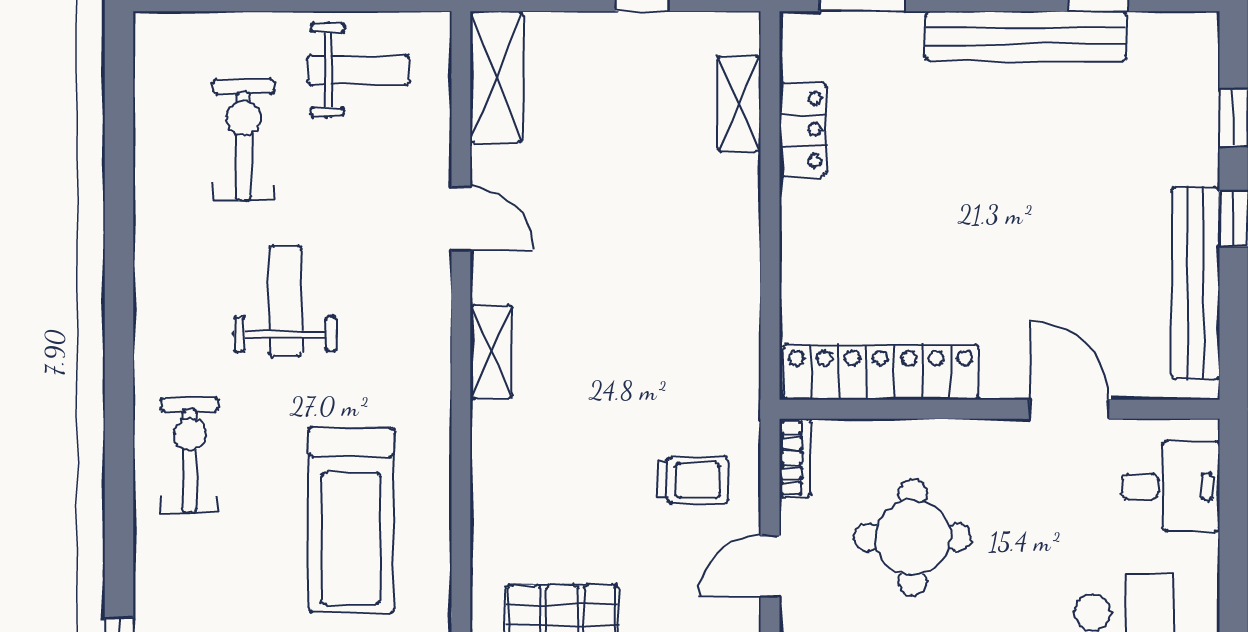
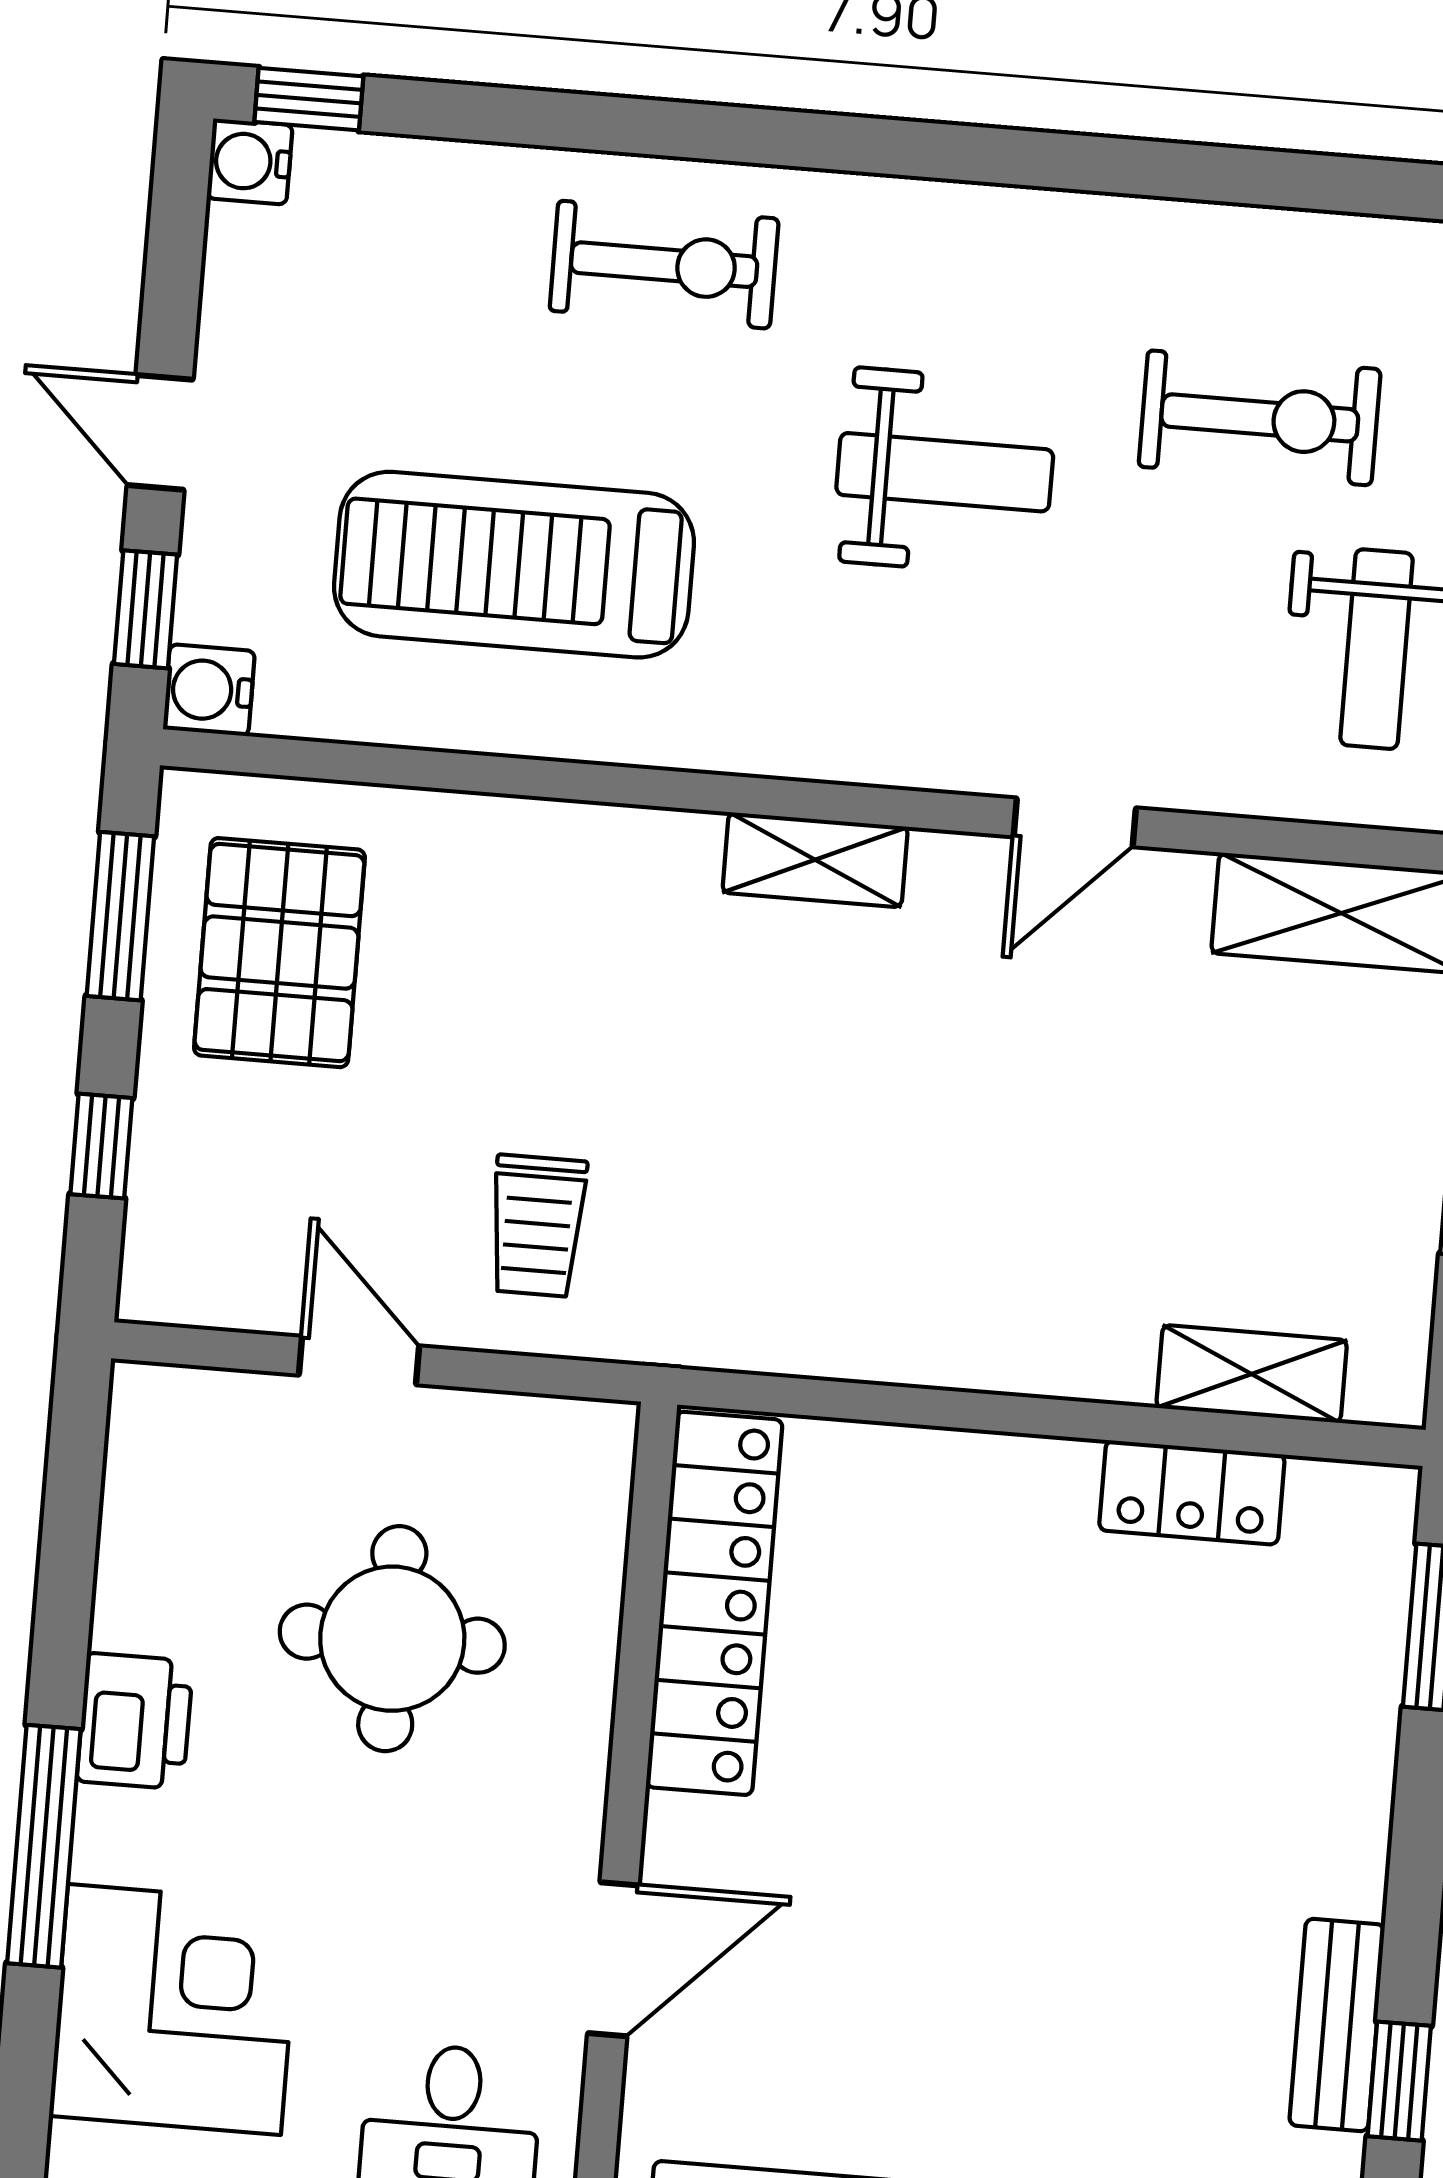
bench: (1026, 36) -> (1337, 2025), width x0.54, depth x0.82
bookcase: (795, 458) -> (563, 1426), removed

